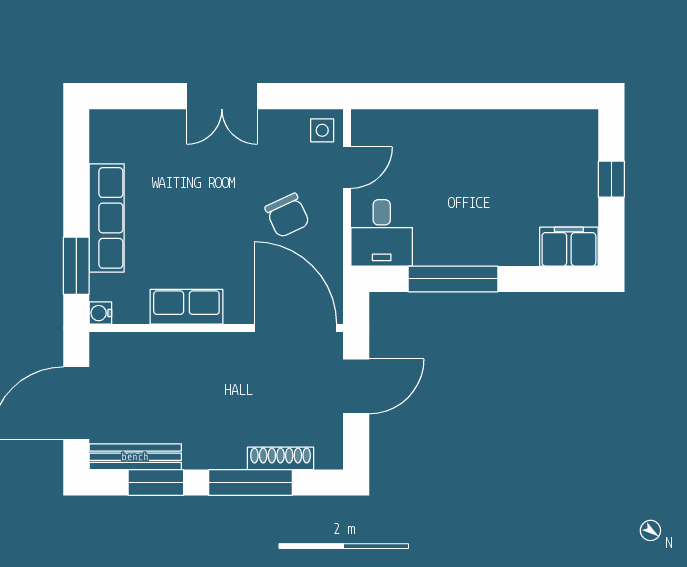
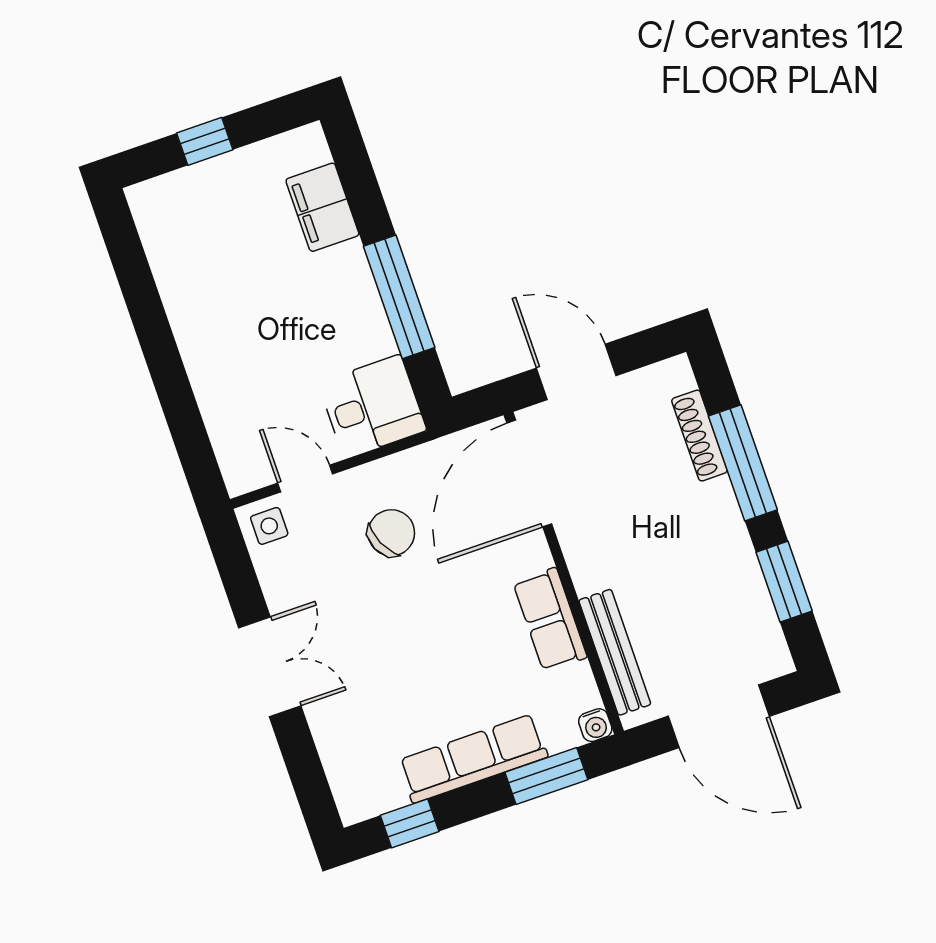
window: (76, 157) -> (410, 823), added
filing cabinet: (569, 247) -> (322, 207), moved
bench: (135, 457) -> (615, 652), moved

